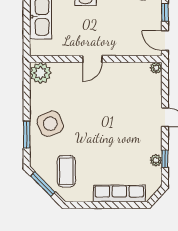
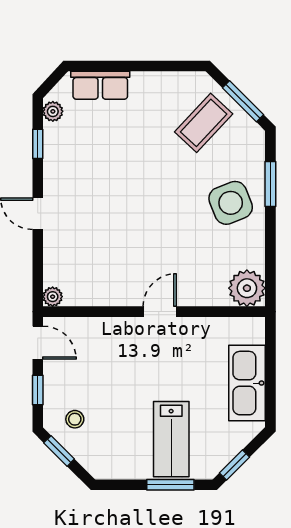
plant: (156, 160) -> (53, 111), moved
coffee table: (66, 171) -> (204, 123), turned 43
row of seats: (119, 194) -> (100, 85), width x0.68

